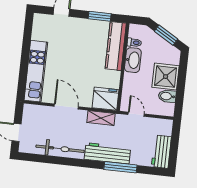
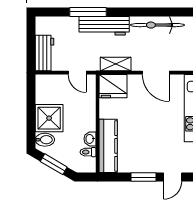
window: (100, 16) -> (143, 177), moved
washbasin: (133, 60) -> (90, 139), width x0.52, depth x0.69
bidet: (167, 96) -> (45, 140), moved
workbench: (161, 152) -> (44, 53), moved

